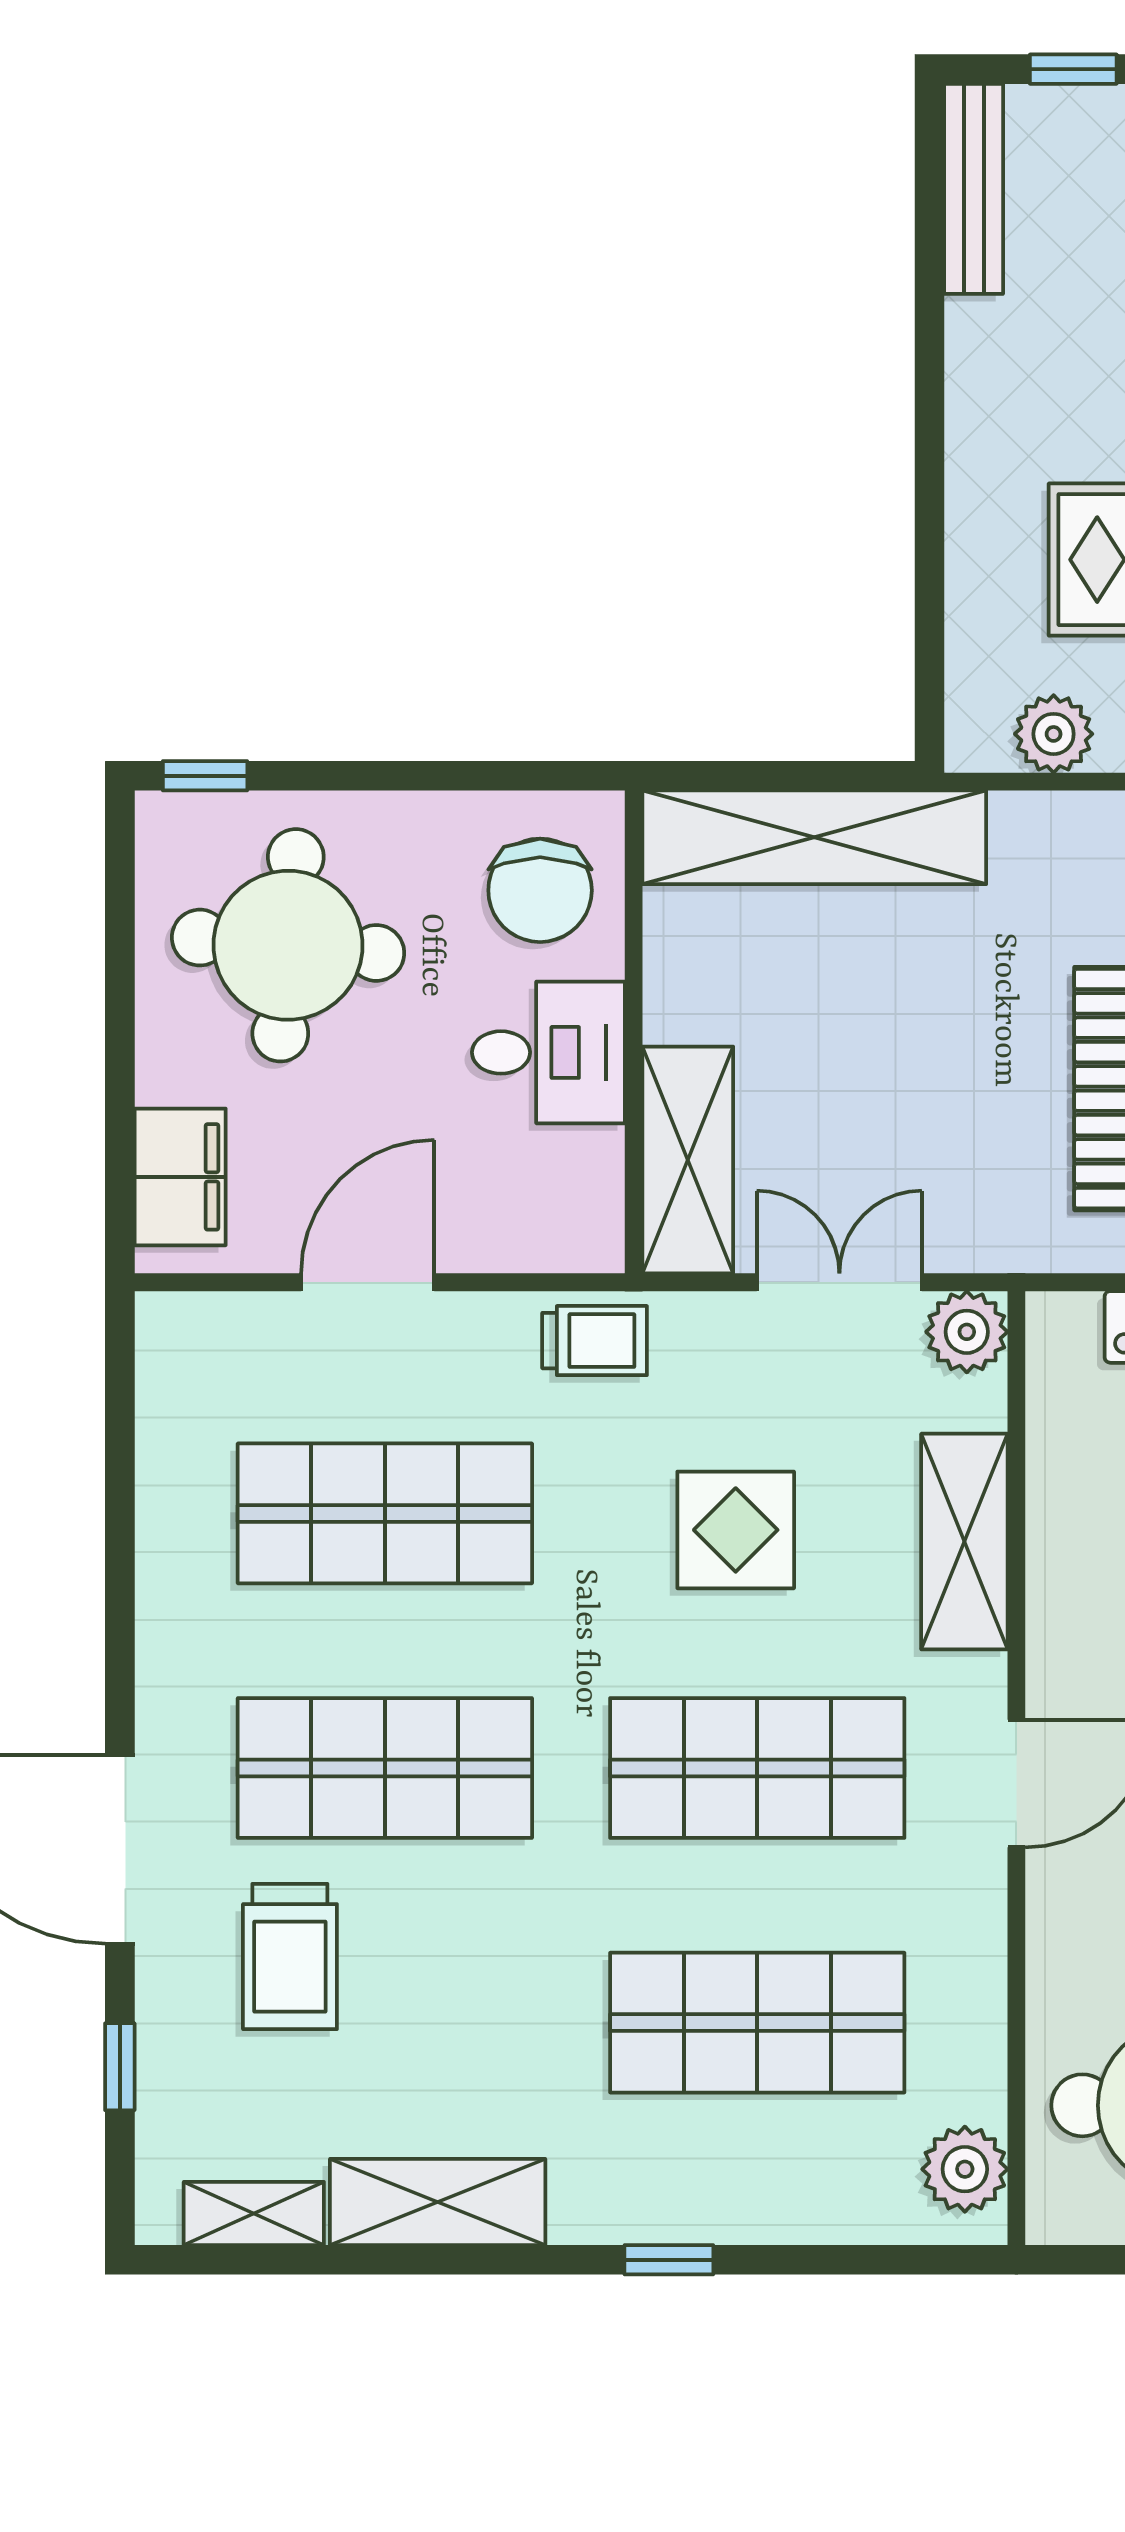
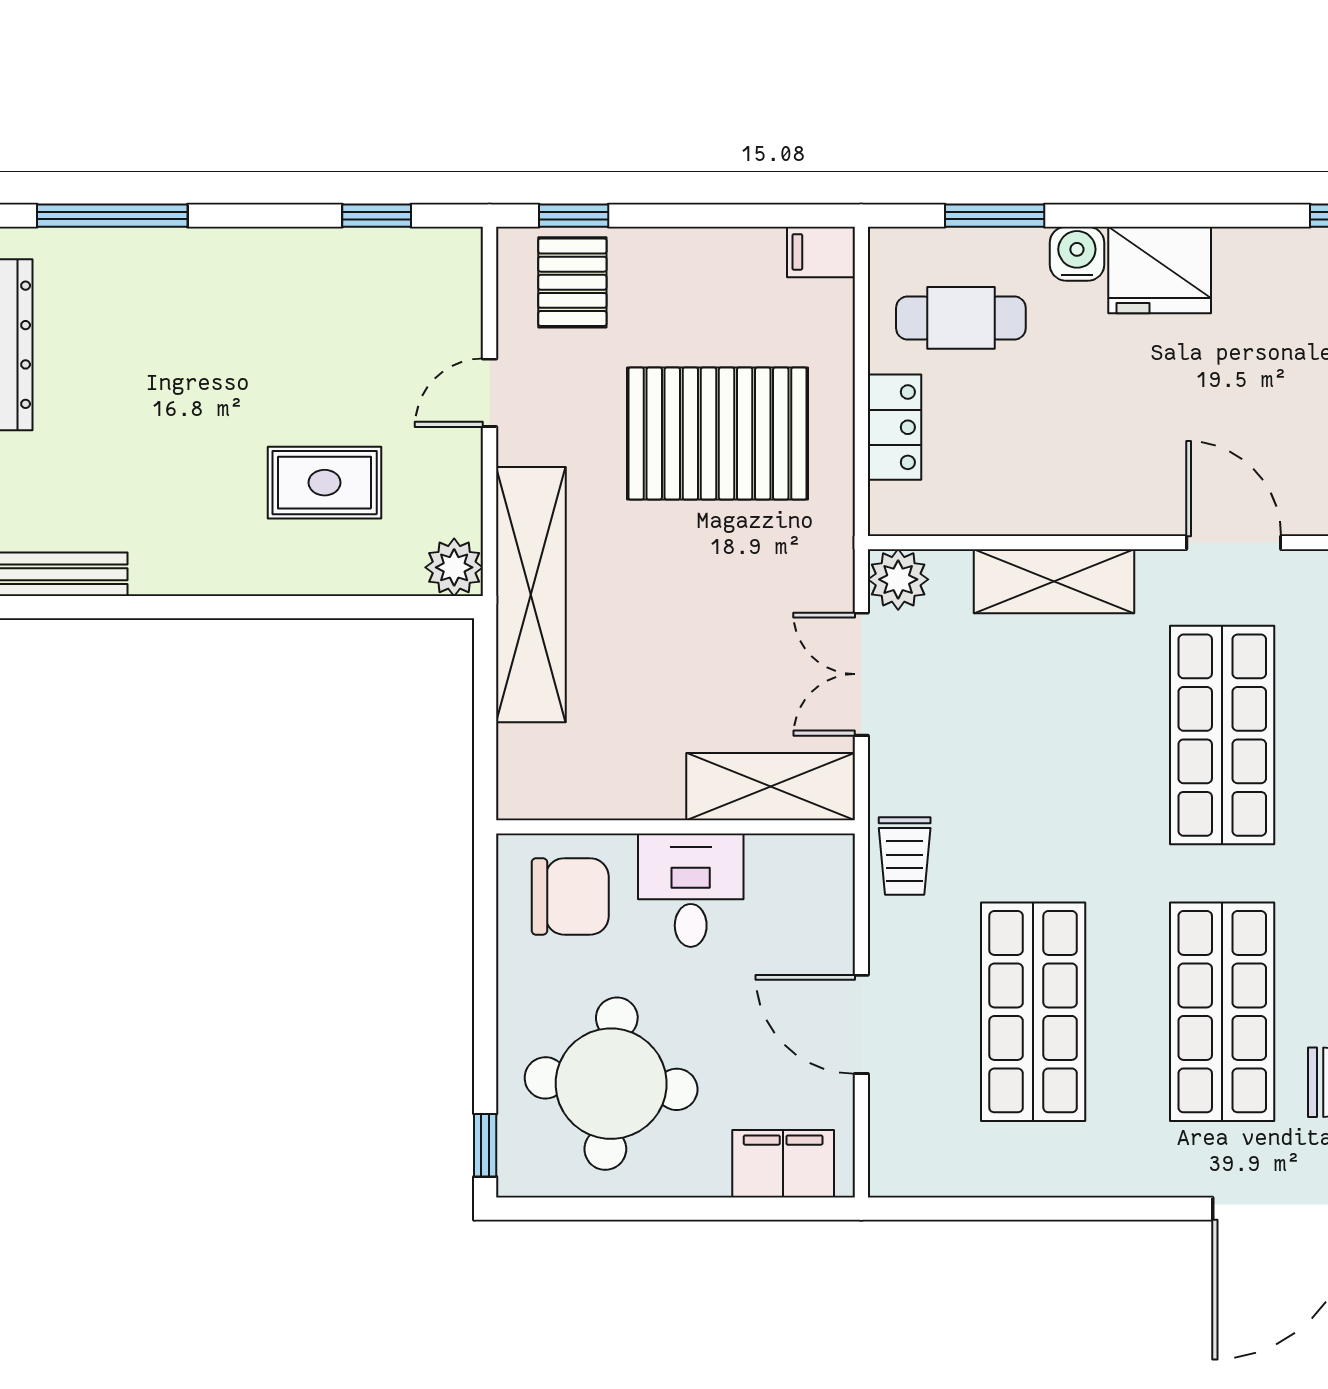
plant: (1054, 734) -> (454, 567), moved
shelving: (814, 837) -> (531, 595), moved
trolley: (595, 1341) -> (905, 856), turned 180
display table: (736, 1530) -> (1045, 751), removed

